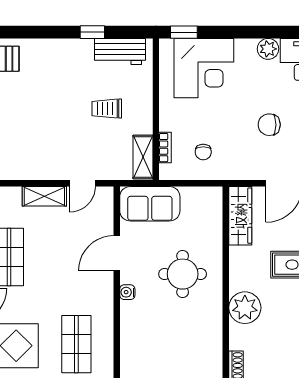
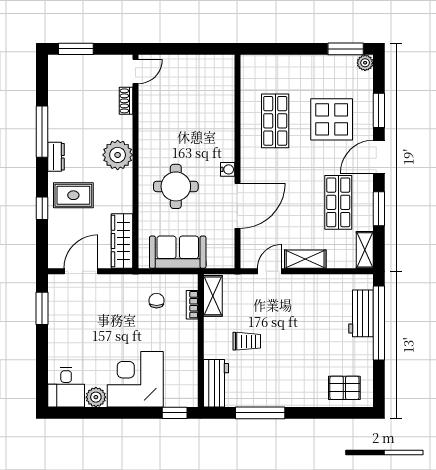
window: (92, 32) -> (260, 413), width x2.17
workbench: (120, 51) -> (216, 383), moved, turned 90
corner desk: (204, 68) -> (135, 379), moved
chair: (269, 125) -> (95, 326), removed
sofa: (150, 204) -> (178, 252), moved
door: (117, 253) -> (237, 206), width x1.36

